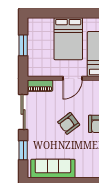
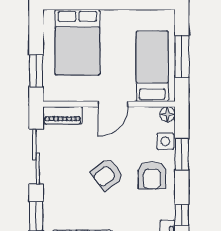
bed: (68, 39) -> (77, 42), moved
window: (23, 45) -> (36, 71), moved

